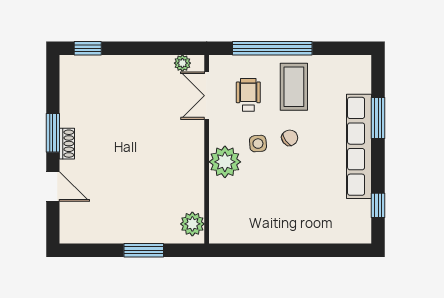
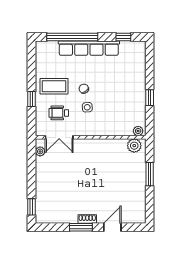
window: (272, 48) -> (31, 99), width x0.32
window: (378, 118) -> (72, 37), width x2.11
plant: (225, 162) -> (138, 131), moved, width x0.53, depth x0.53
window: (274, 250) -> (150, 98), added

